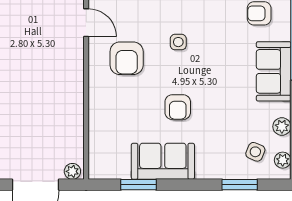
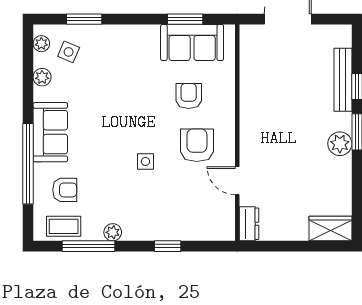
armchair: (178, 107) -> (189, 96), moved
sofa: (163, 161) -> (192, 43), moved
plant: (72, 171) -> (251, 32), removed

